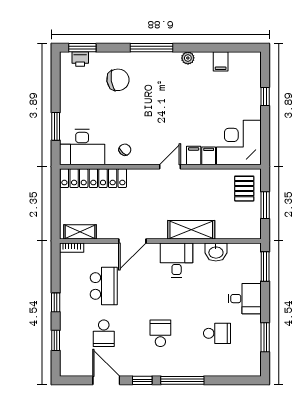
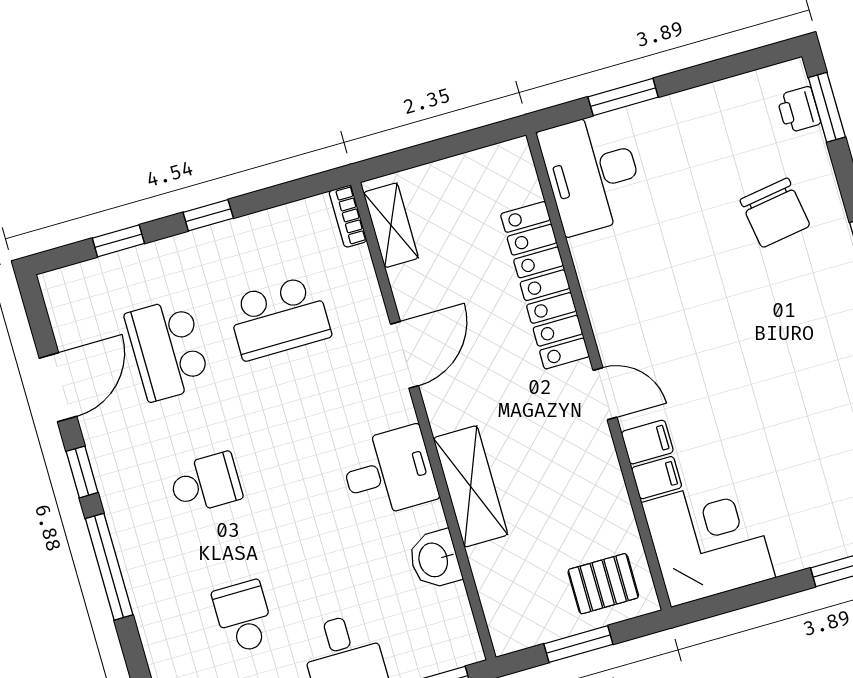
chair: (125, 150) -> (615, 276), removed
locker: (93, 178) -> (545, 285), moved
door: (132, 241) -> (405, 355), swing flipped
school desk: (104, 333) -> (167, 350), width x1.85
school desk: (217, 333) -> (243, 617), turned 180

